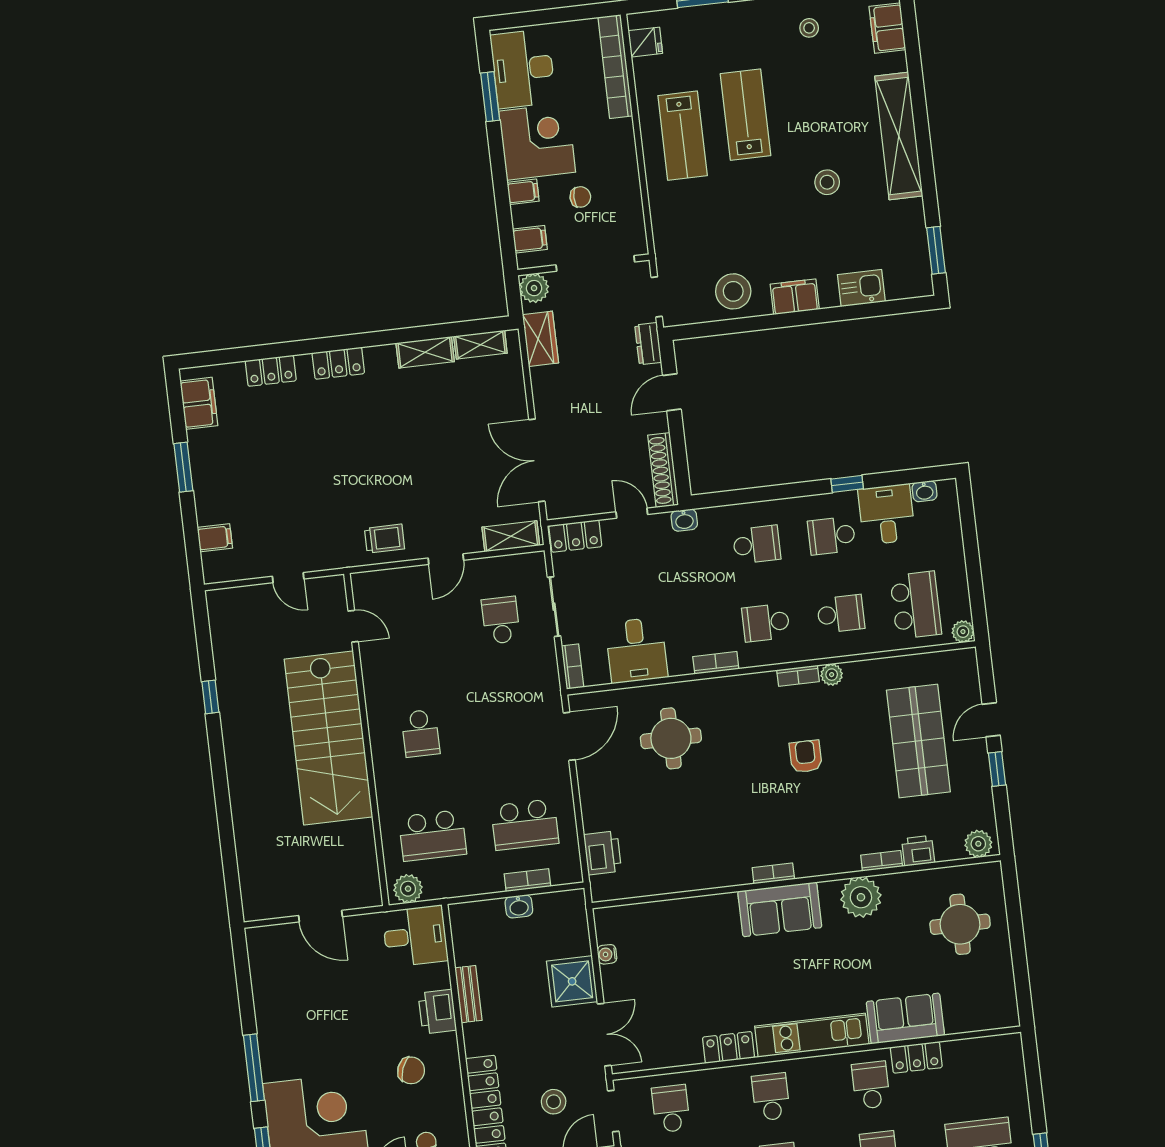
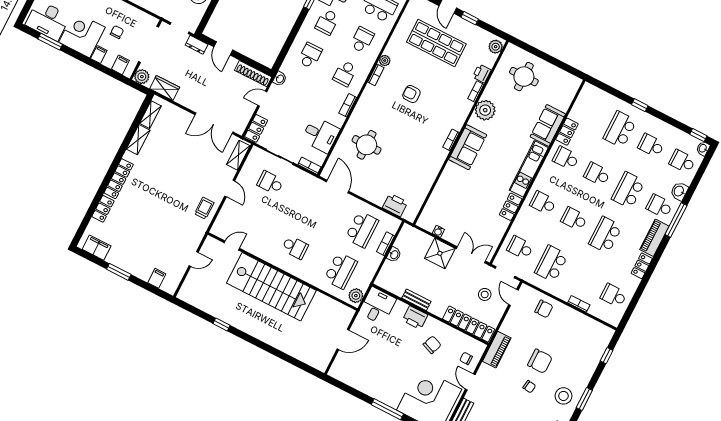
locker: (338, 363) -> (119, 179), width x1.53

